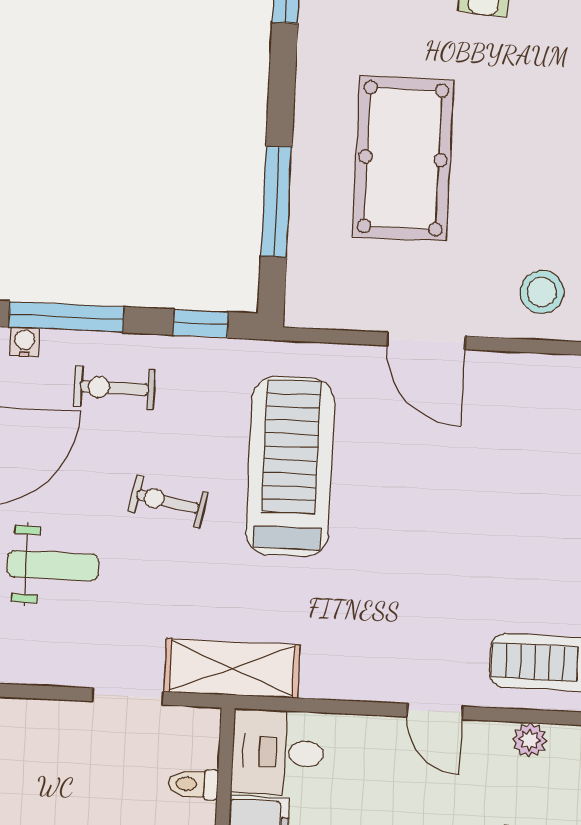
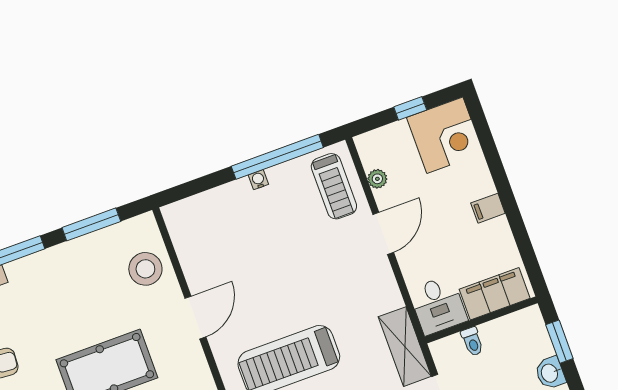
stool: (542, 292) -> (145, 269), width x1.38, depth x1.38
door: (435, 712) -> (383, 233), width x1.38

